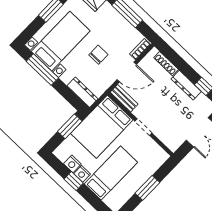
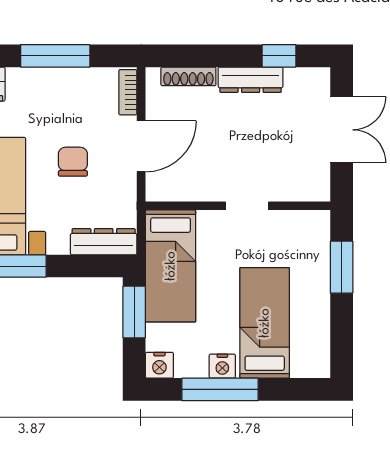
bench: (124, 98) -> (175, 190), removed
bed: (102, 127) -> (171, 266), width x0.67
nightstand: (72, 164) -> (159, 365), moved
window: (74, 181) -> (220, 389), width x2.17
window: (147, 188) -> (342, 267), moved

